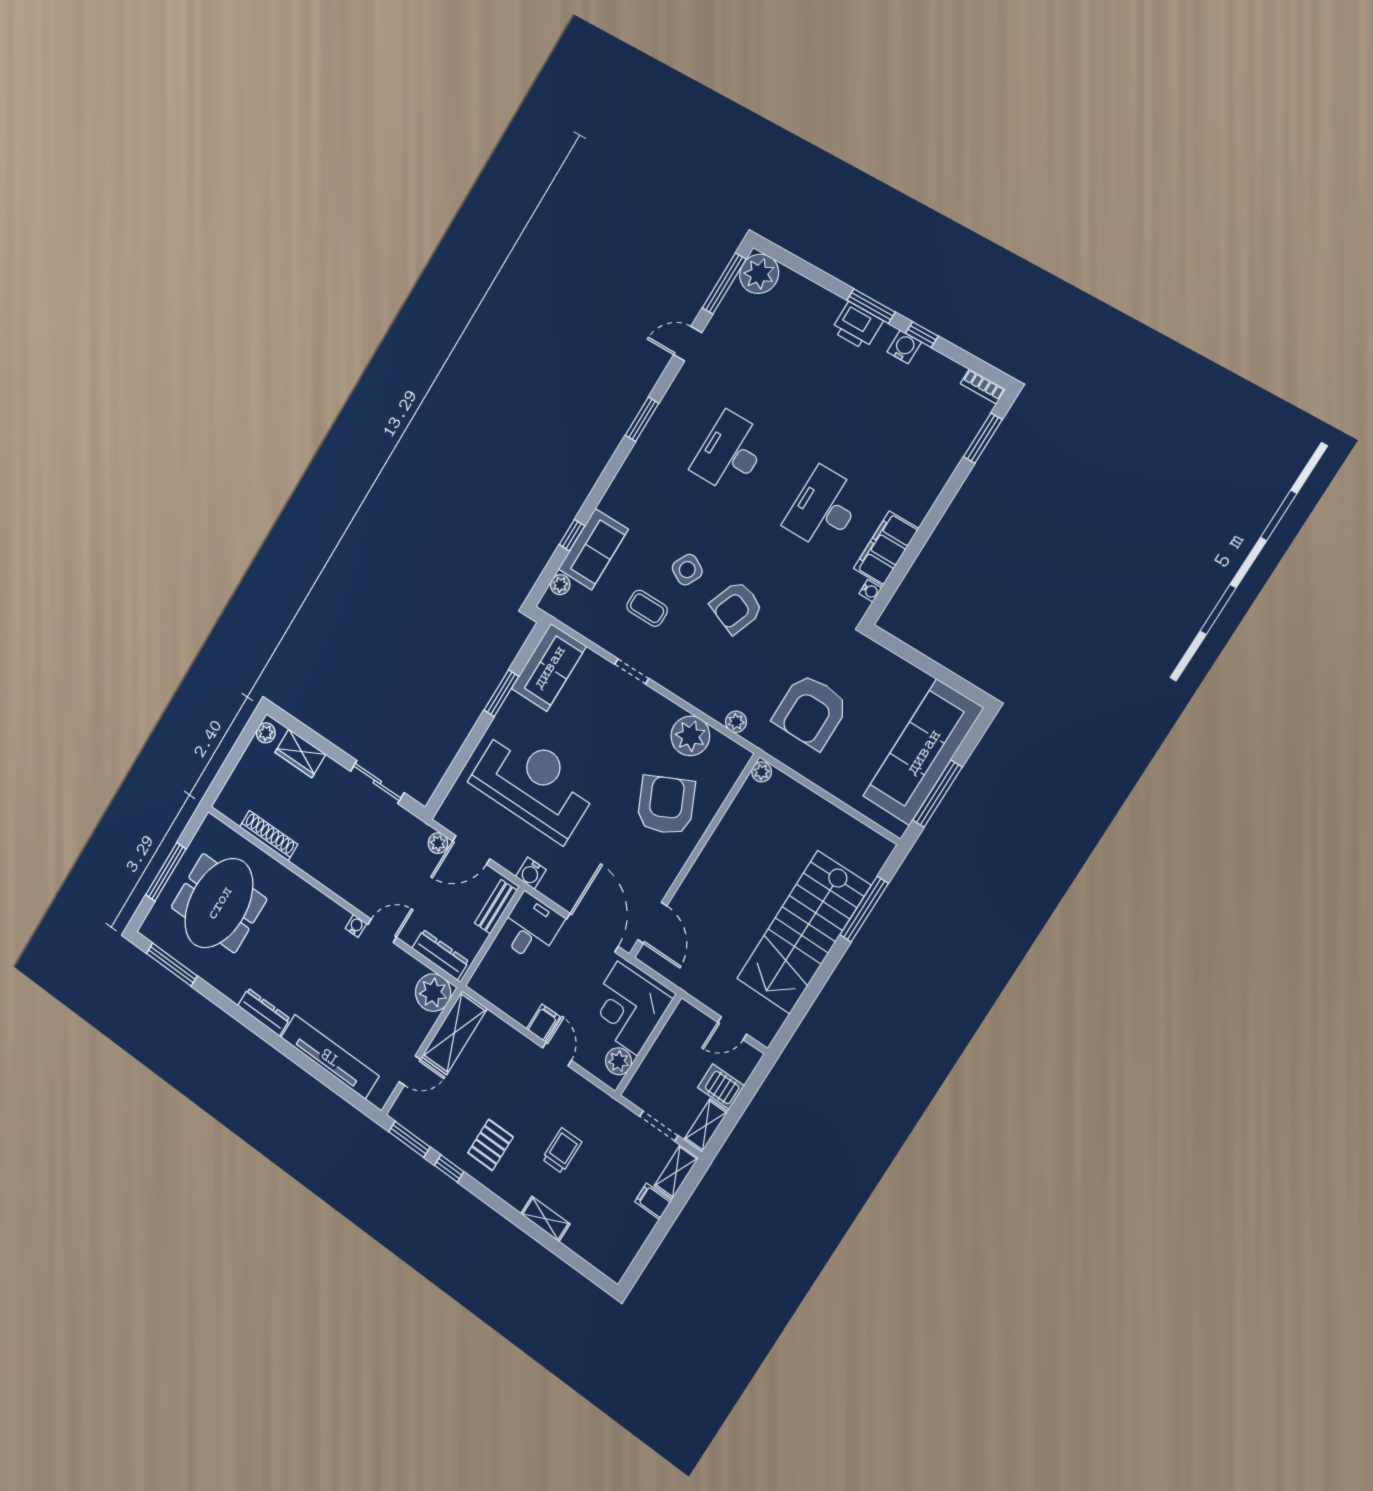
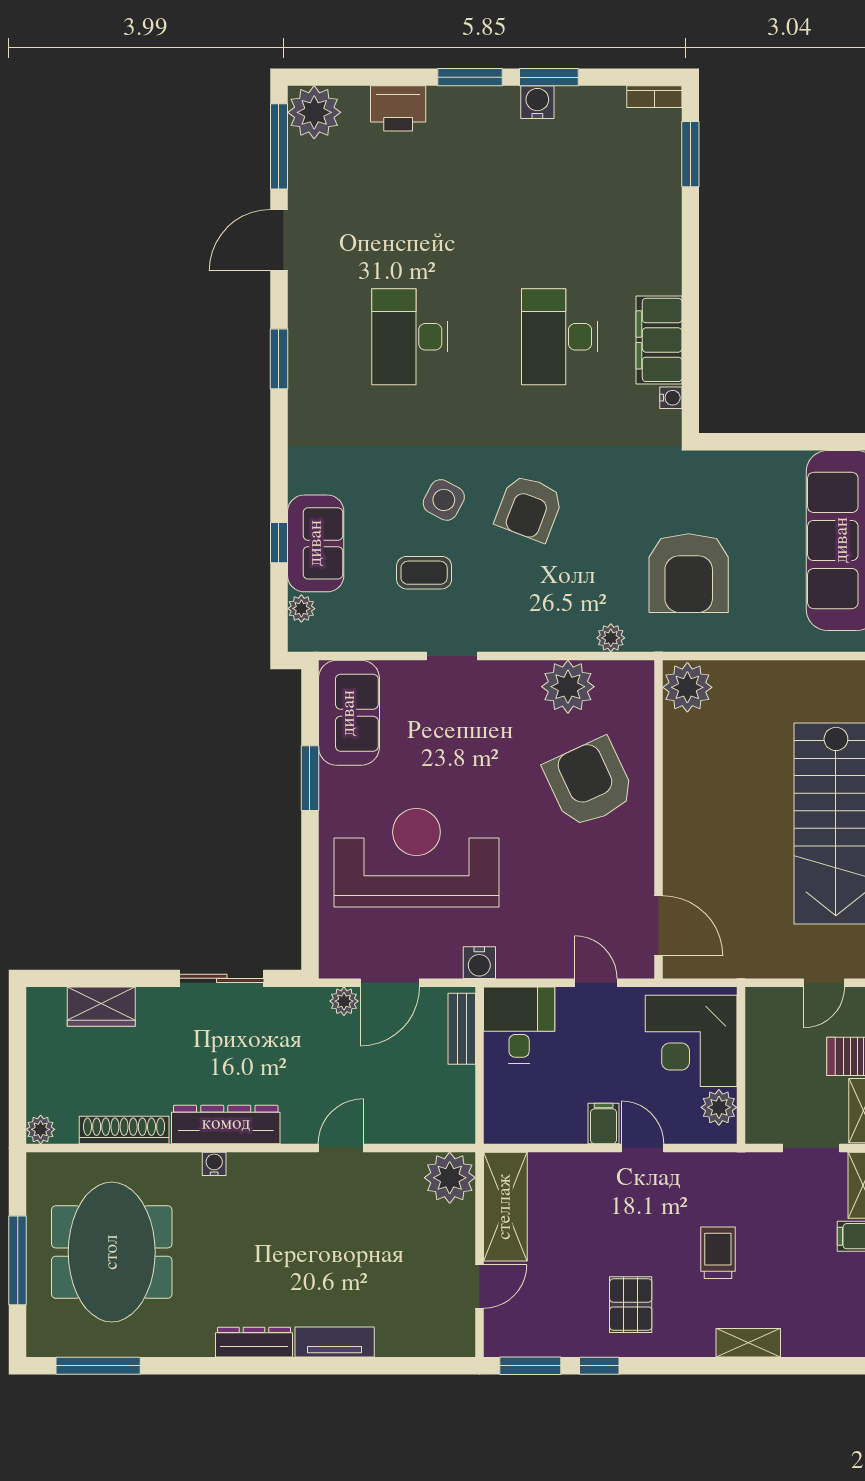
printer: (857, 326) -> (398, 108), moved
window: (922, 335) -> (549, 77), width x1.50
door: (688, 344) -> (279, 240), width x1.37
plant: (266, 733) -> (41, 1129), moved
plant: (762, 772) -> (687, 687), width x1.87, depth x1.87
water cooler: (356, 926) -> (214, 1164), moved
door: (592, 933) -> (596, 983), width x0.53
dresser: (440, 955) -> (226, 1124), moved, width x1.37, depth x1.24
tv unit: (330, 1057) -> (335, 1342), width x0.52, depth x0.78

